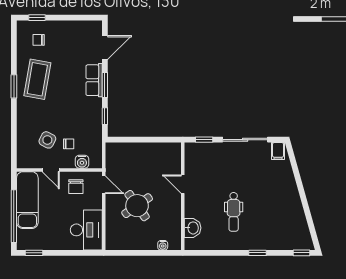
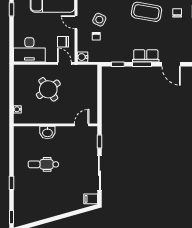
water cooler: (82, 162) -> (82, 57), moved
door: (51, 170) -> (76, 22), hinge flipped
door: (183, 184) -> (82, 125), moved
door: (104, 185) -> (64, 63), swing flipped
washbasin: (193, 228) -> (47, 132), moved

